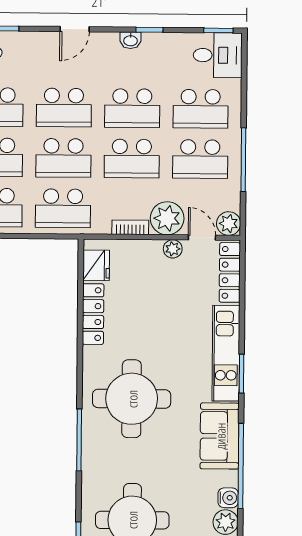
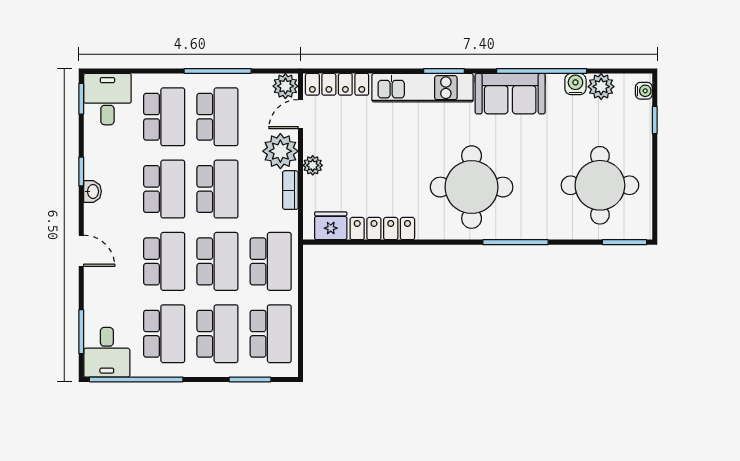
plant: (173, 249) -> (313, 165), moved

